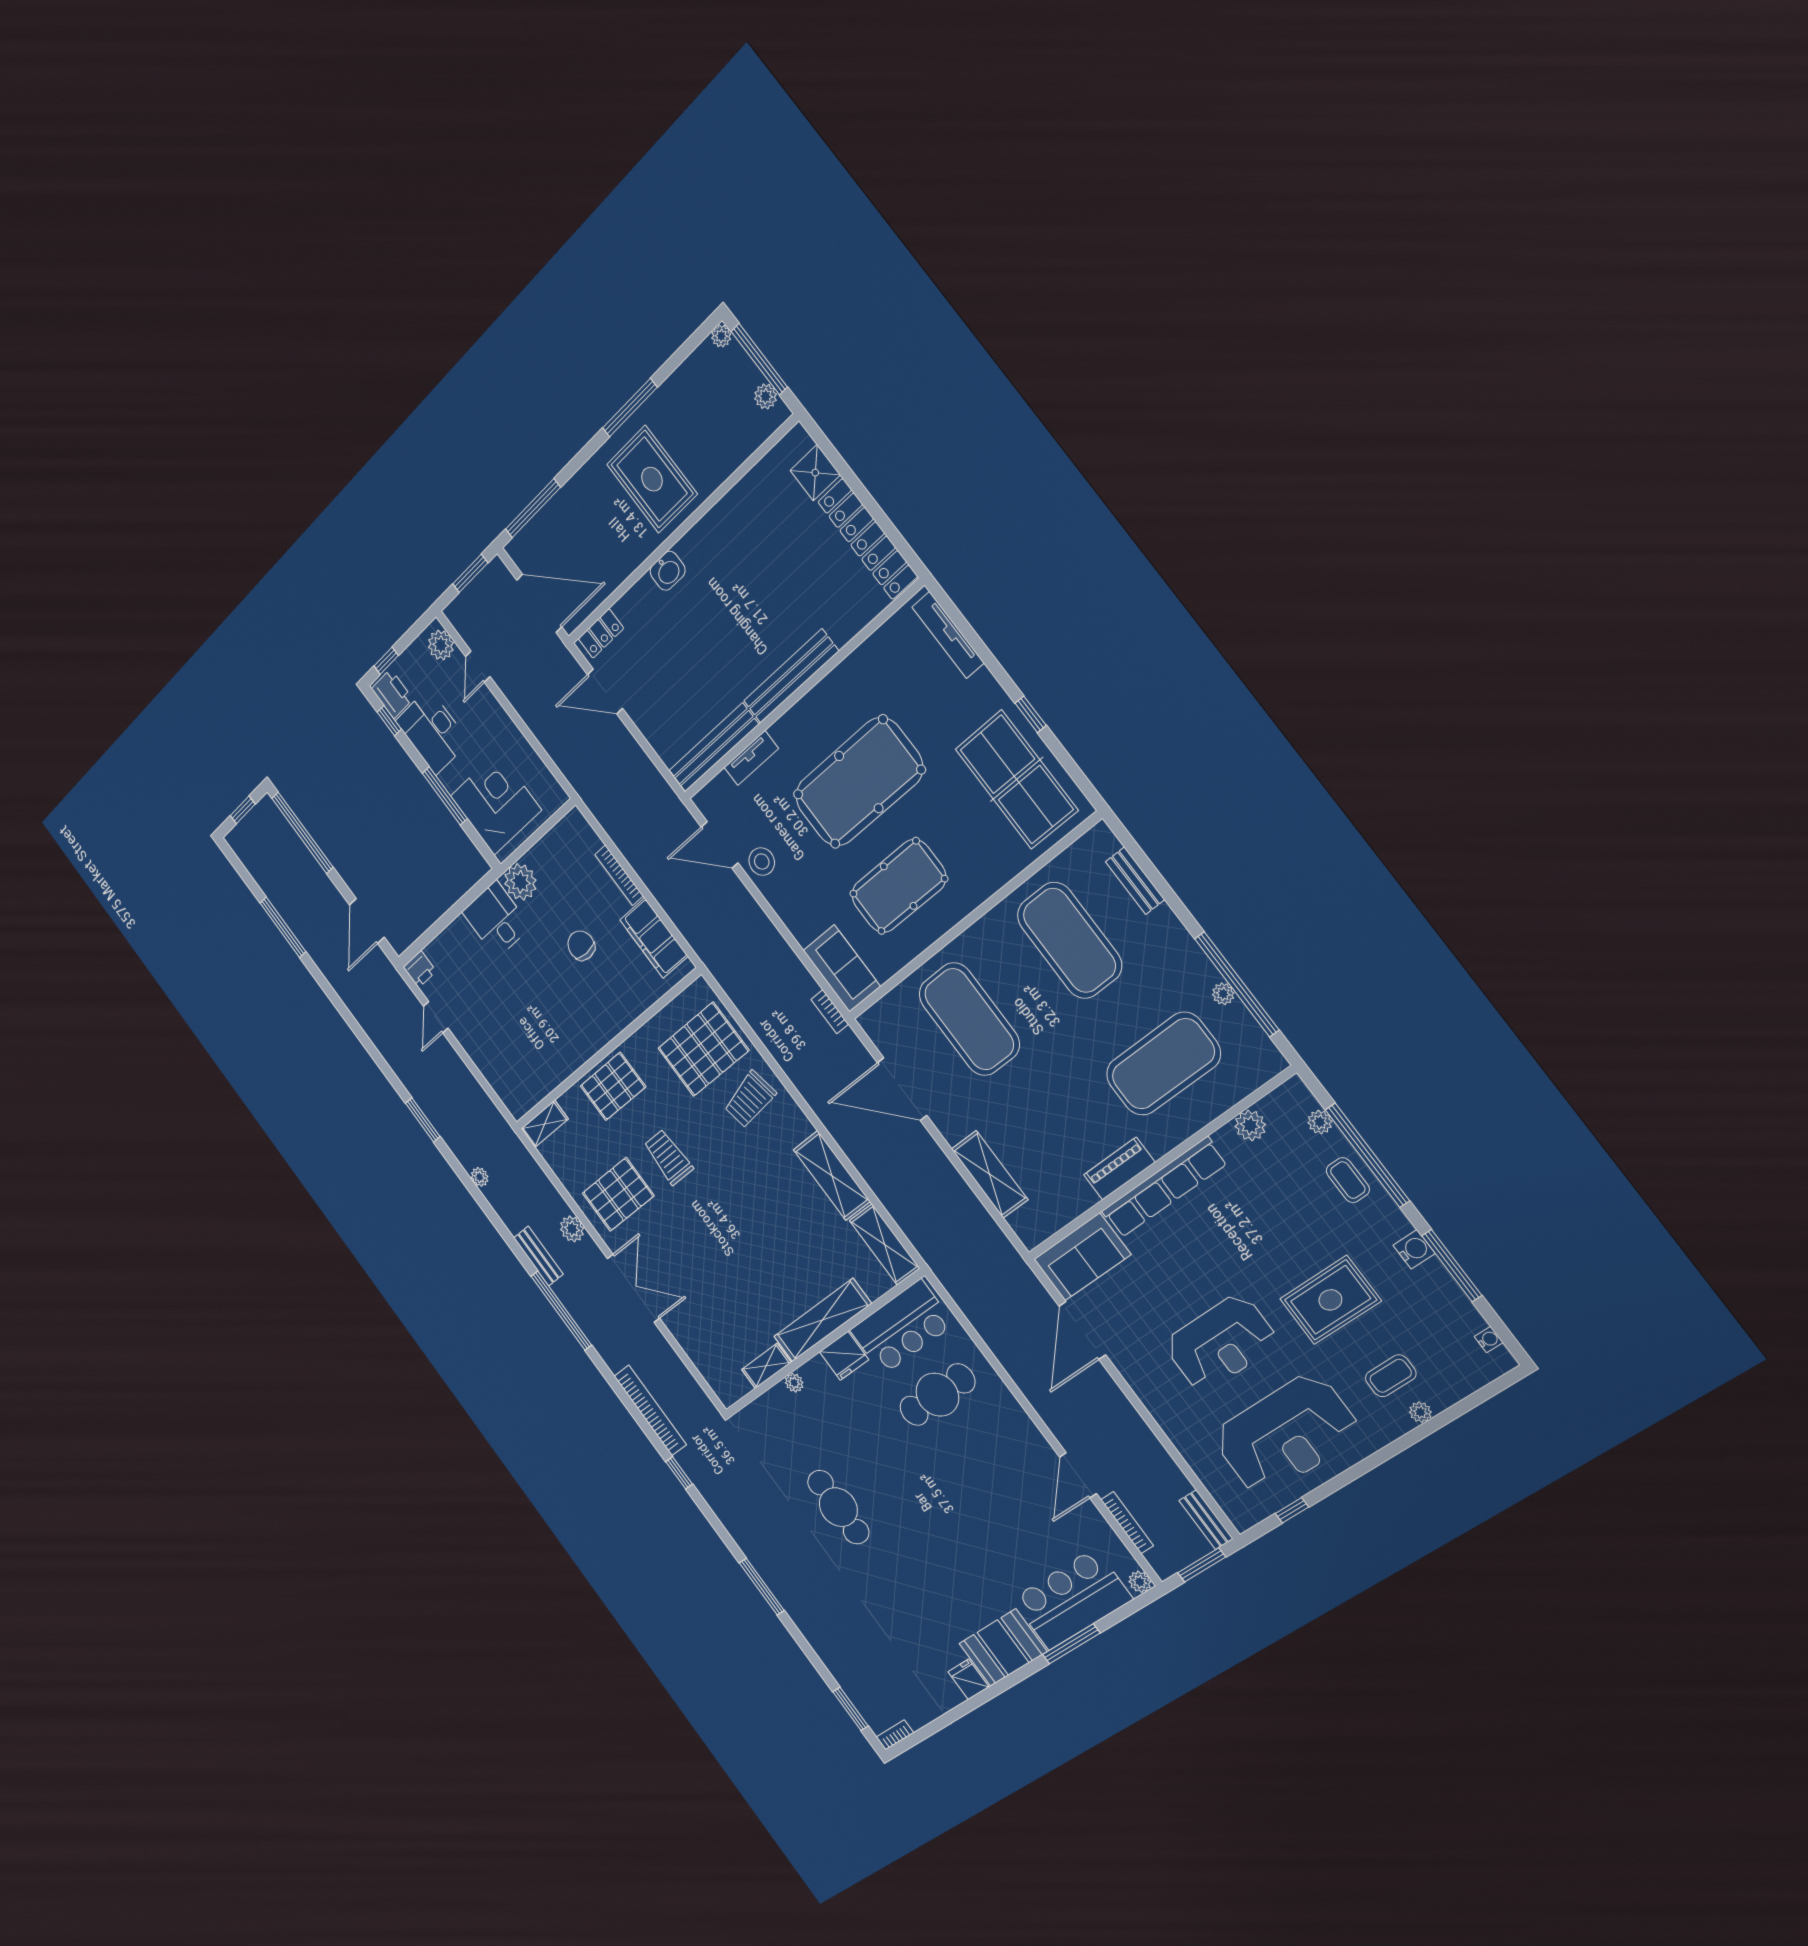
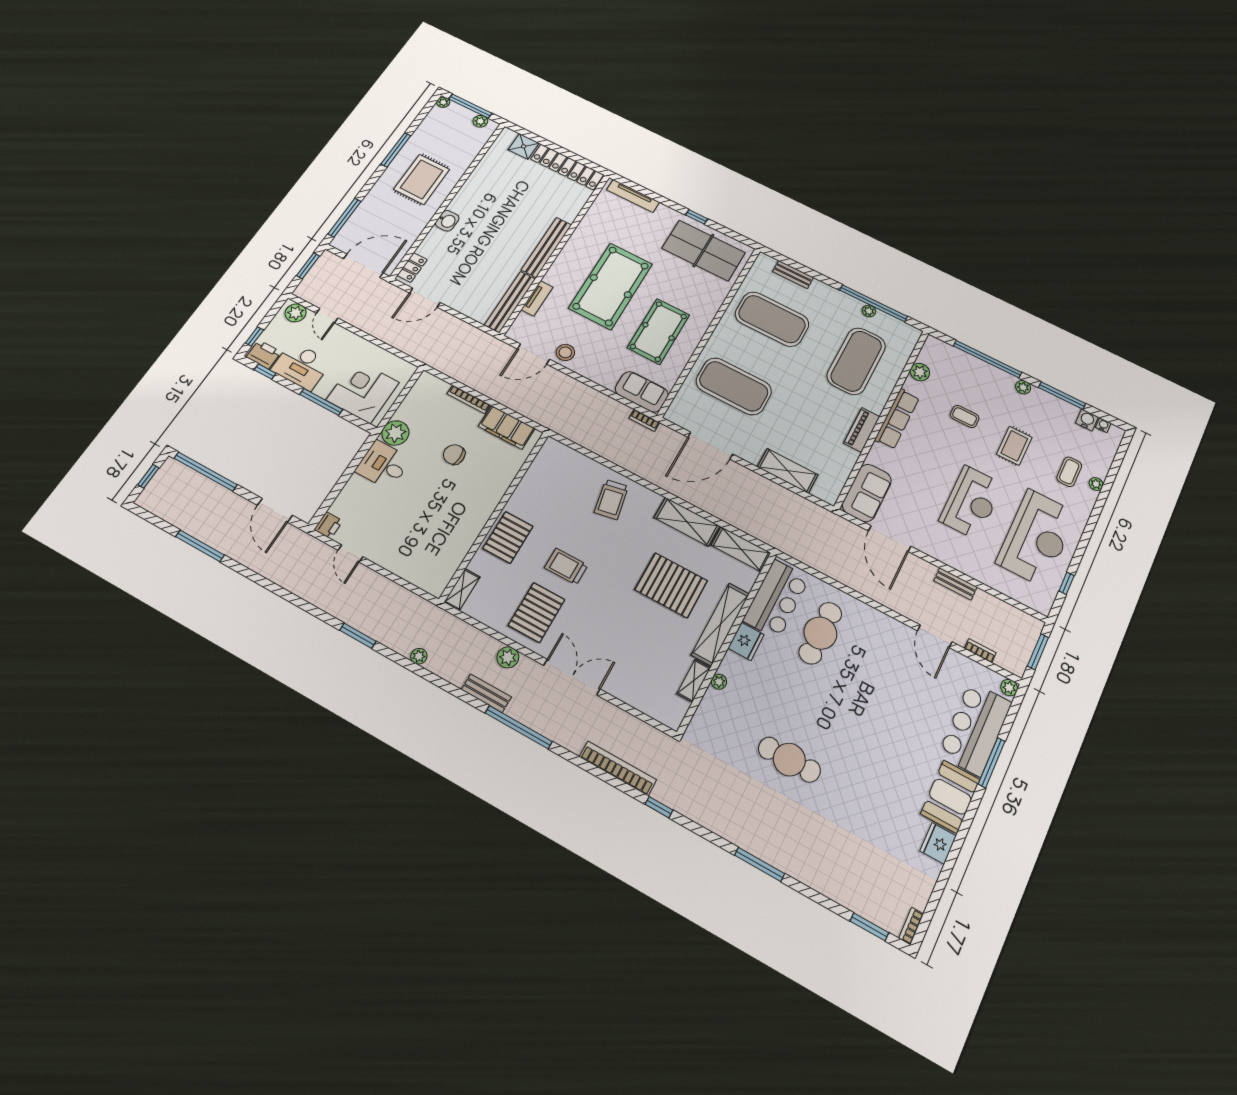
rug: (652, 479) -> (422, 179), turned 90
pallet: (703, 1049) -> (671, 585), moved, turned 90
plant: (1320, 1122) -> (1023, 387), moved
coffee table: (1348, 1180) -> (965, 417), moved
row of seats: (1164, 1188) -> (897, 419), width x0.73
water cooler: (1414, 1249) -> (1087, 420), moved
rug: (1330, 1300) -> (1014, 446), width x0.73, depth x0.70
bench: (1206, 1520) -> (955, 584), moved
bookcase: (1127, 1523) -> (980, 651), width x0.64
fridge: (968, 1679) -> (938, 843), width x1.38

